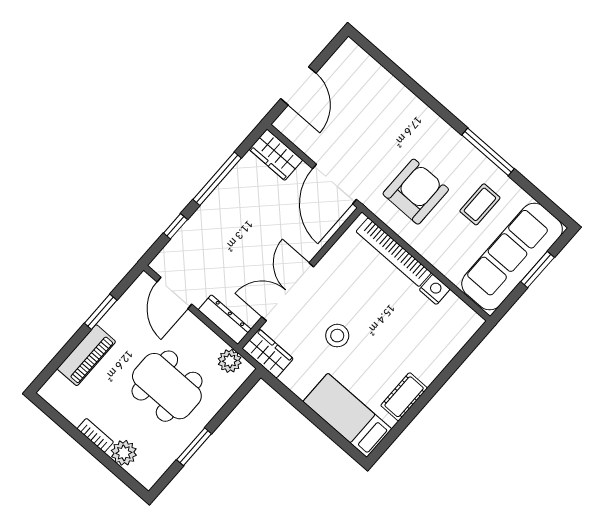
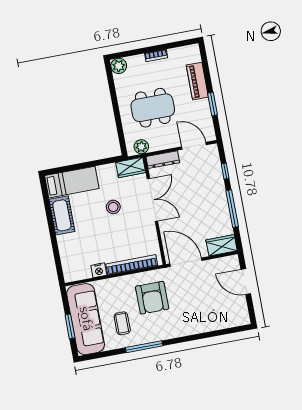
cot: (404, 397) -> (62, 215), width x1.37, depth x1.34
window: (194, 447) -> (114, 98), removed
plant: (124, 453) -> (119, 66), moved

